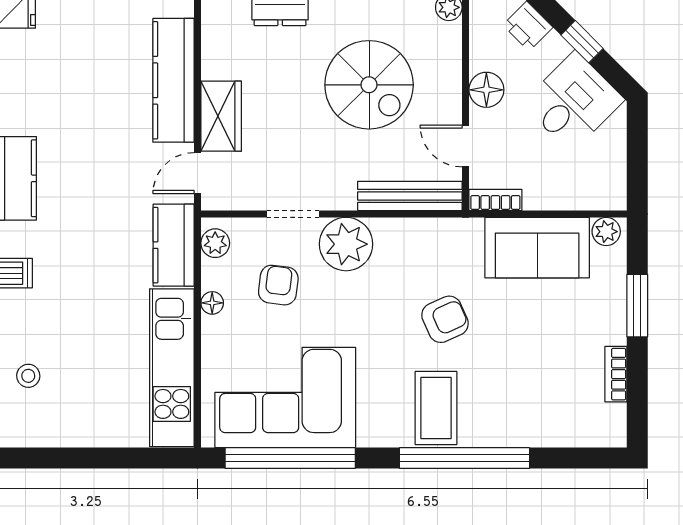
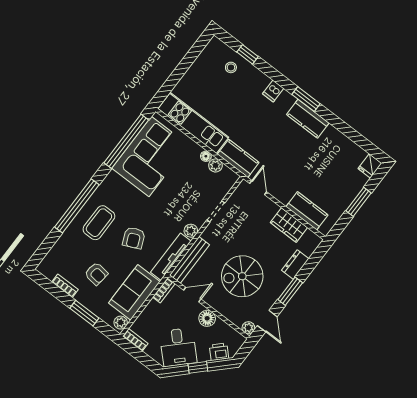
kitchen counter: (173, 80) -> (307, 211), width x0.67
wardrobe: (221, 116) -> (289, 225), moved
bookcase: (616, 184) -> (135, 340), added
tv unit: (429, 232) -> (171, 257), added
plant: (215, 243) -> (215, 165), moved
plant: (346, 244) -> (191, 231), width x0.53, depth x0.53
armchair: (278, 285) -> (96, 274), moved
coffee table: (436, 408) -> (99, 223), moved, turned 90

